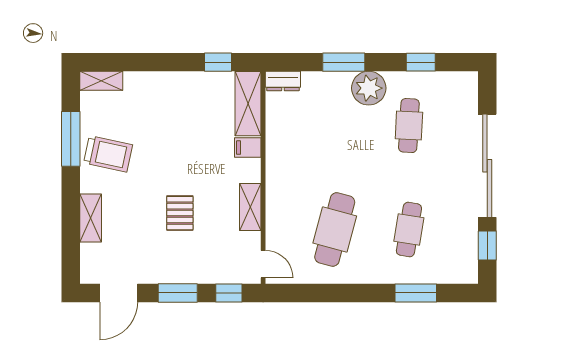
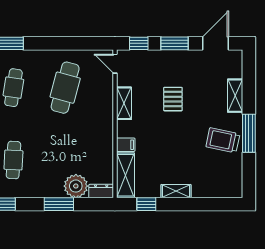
shelving: (101, 81) -> (176, 191), moved
plant: (369, 88) -> (76, 186), moved
window: (71, 139) -> (249, 133), moved

